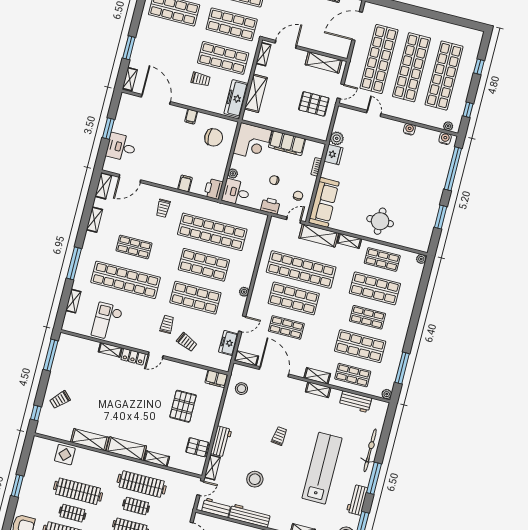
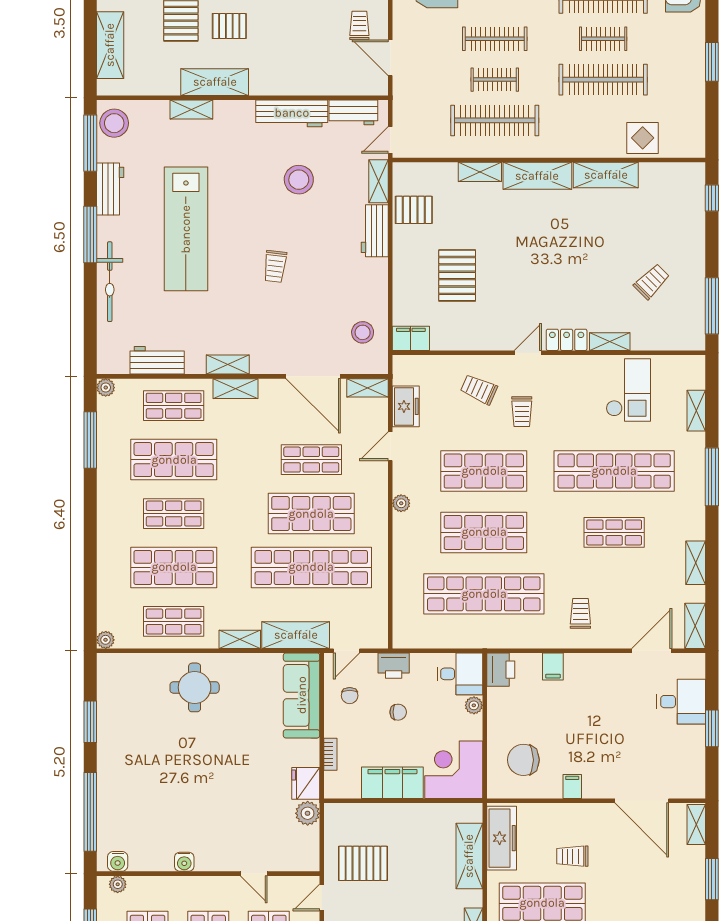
trolley: (60, 400) -> (652, 281), moved

